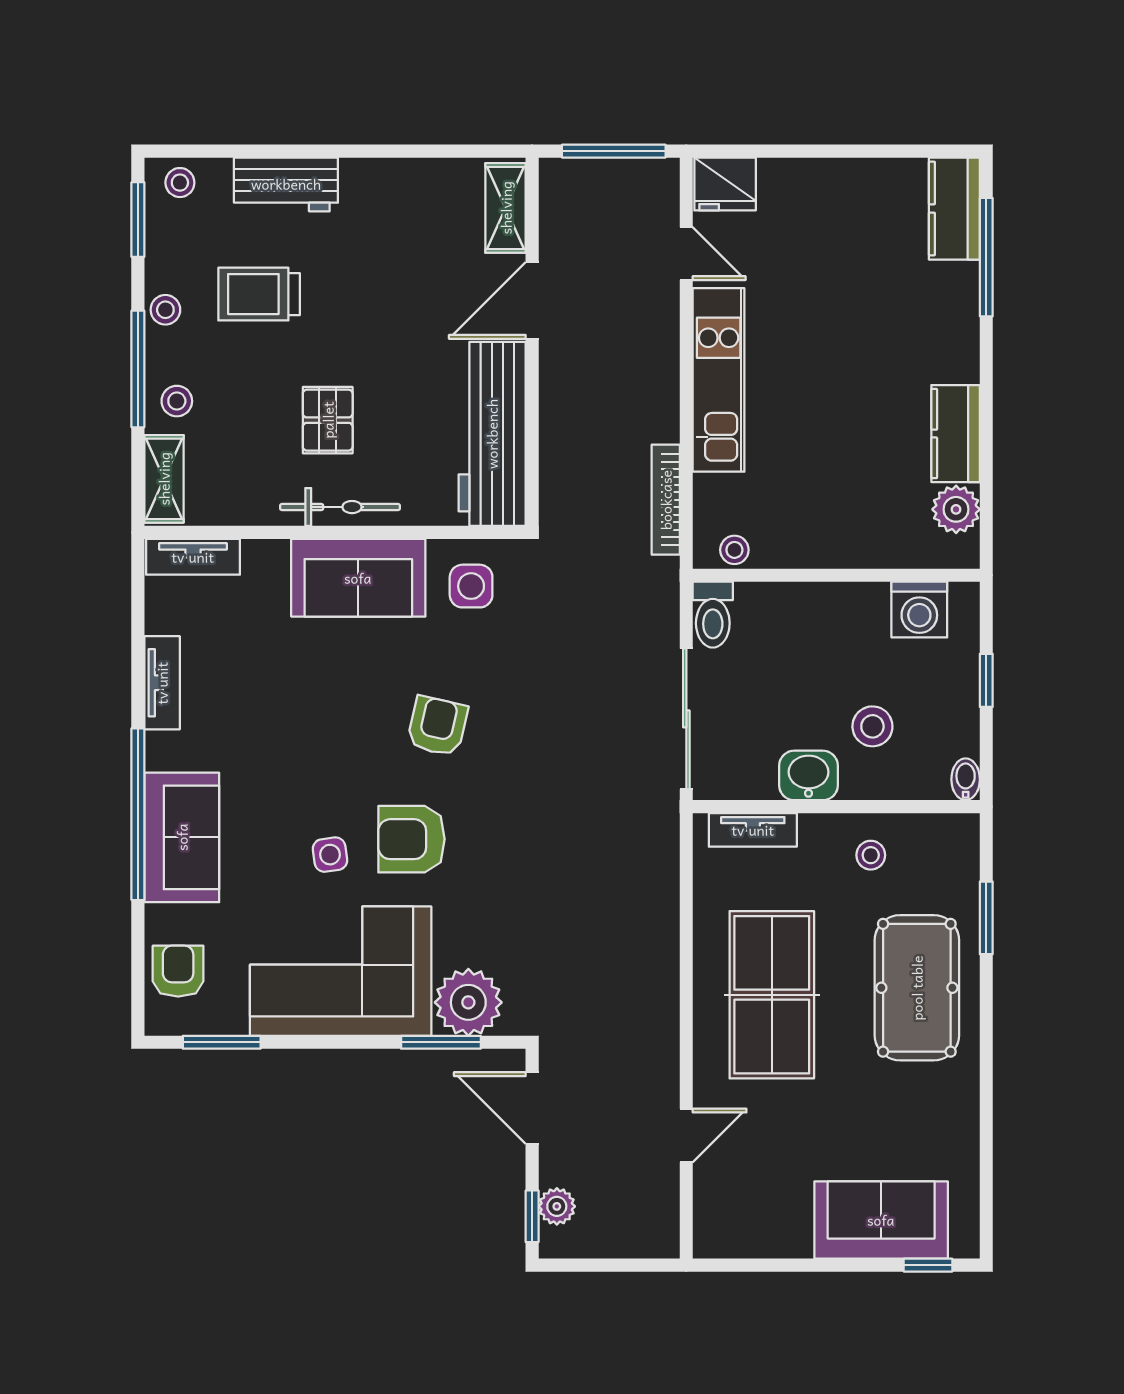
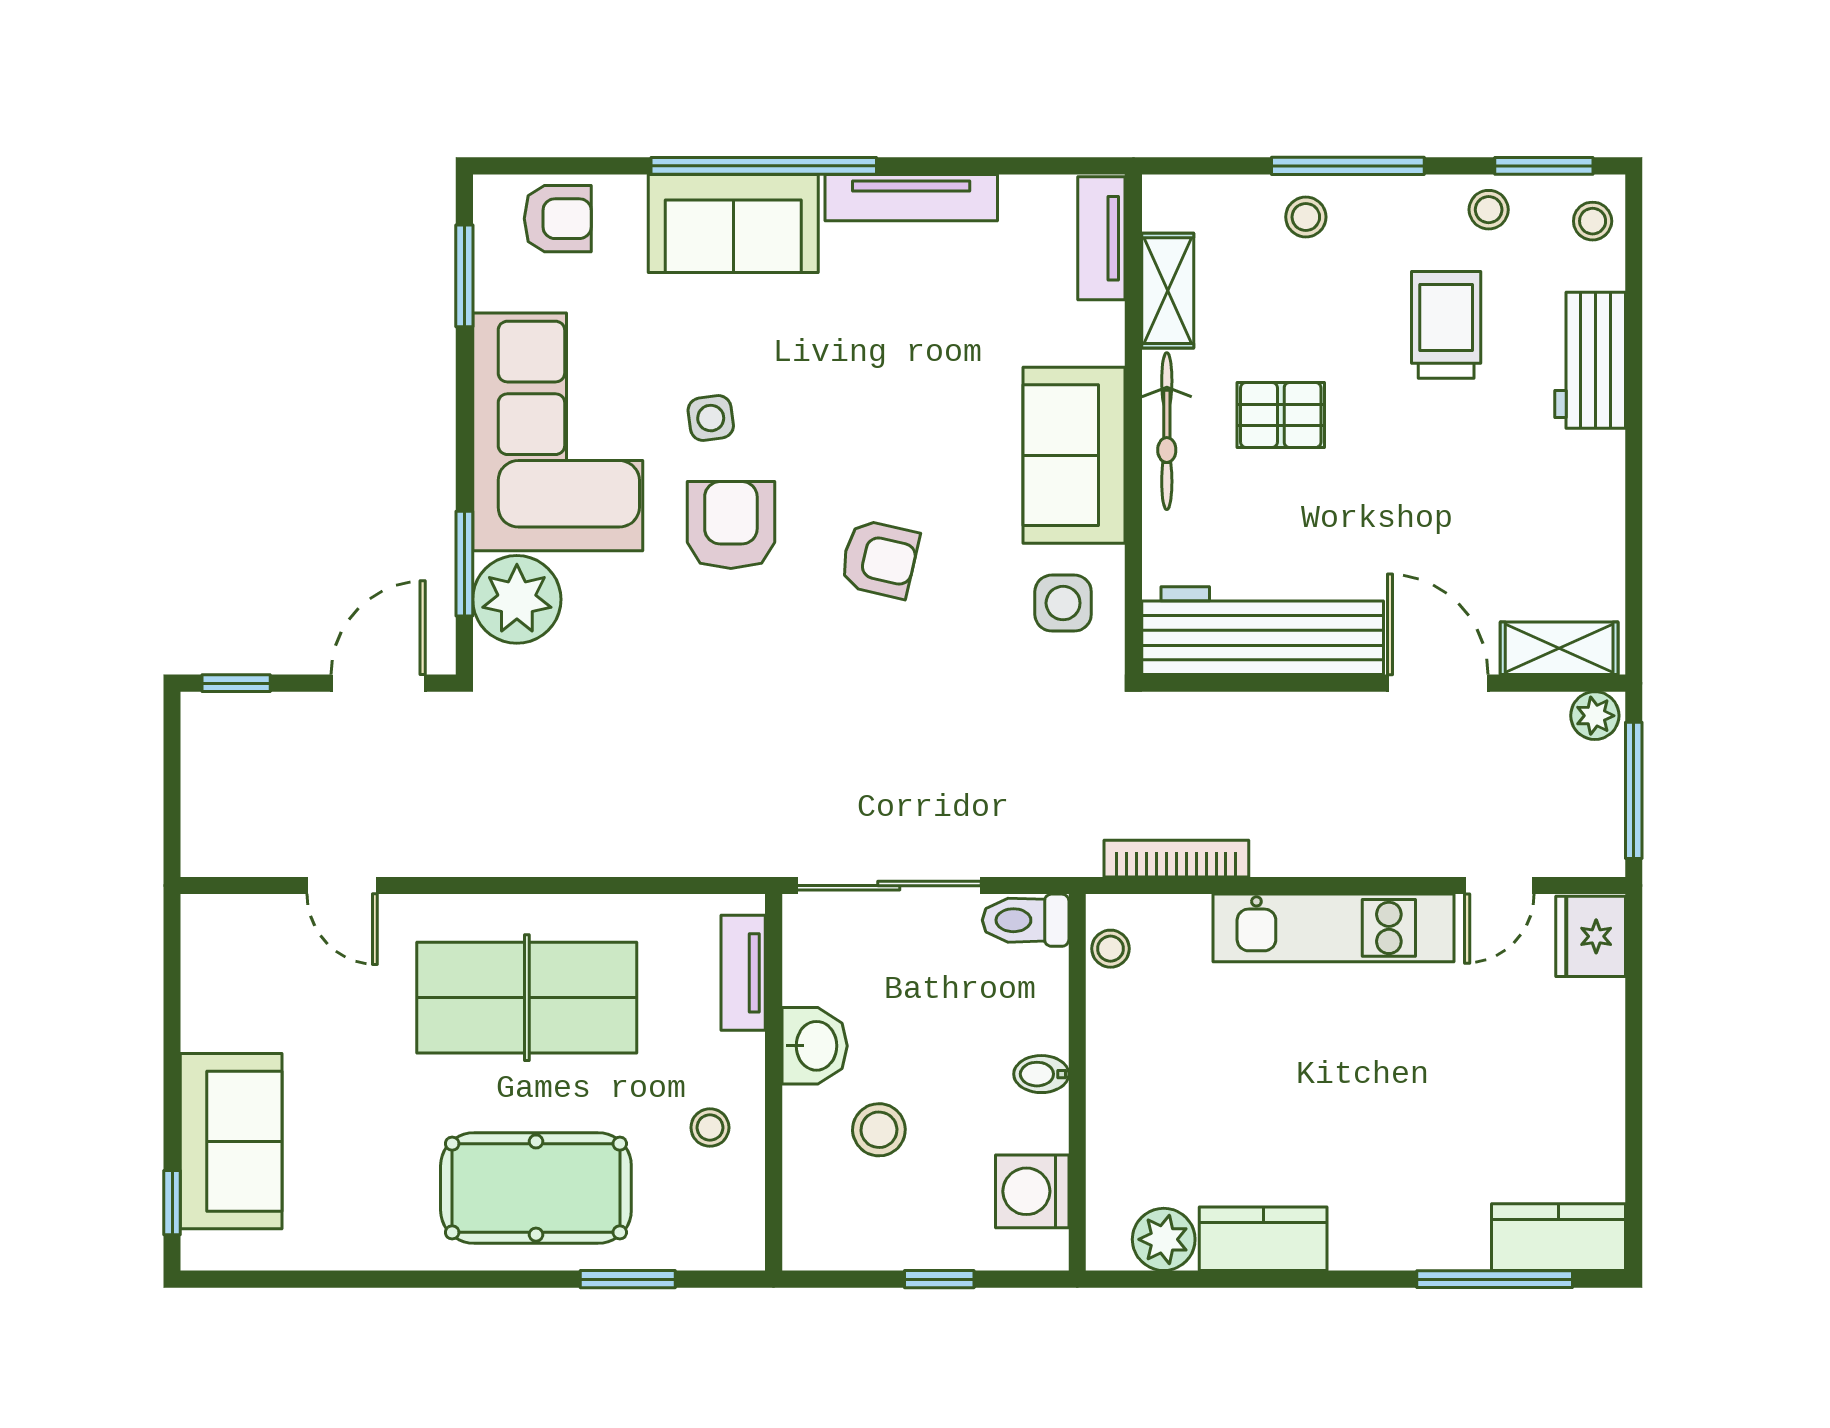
stool: (165, 310) -> (1489, 210), moved
shelving: (164, 479) -> (1168, 291), moved, turned 90
tv unit: (162, 683) -> (911, 198), width x1.41
bidet: (966, 779) -> (1041, 1074), moved, turned 180
plant: (557, 1206) -> (1595, 716), moved

